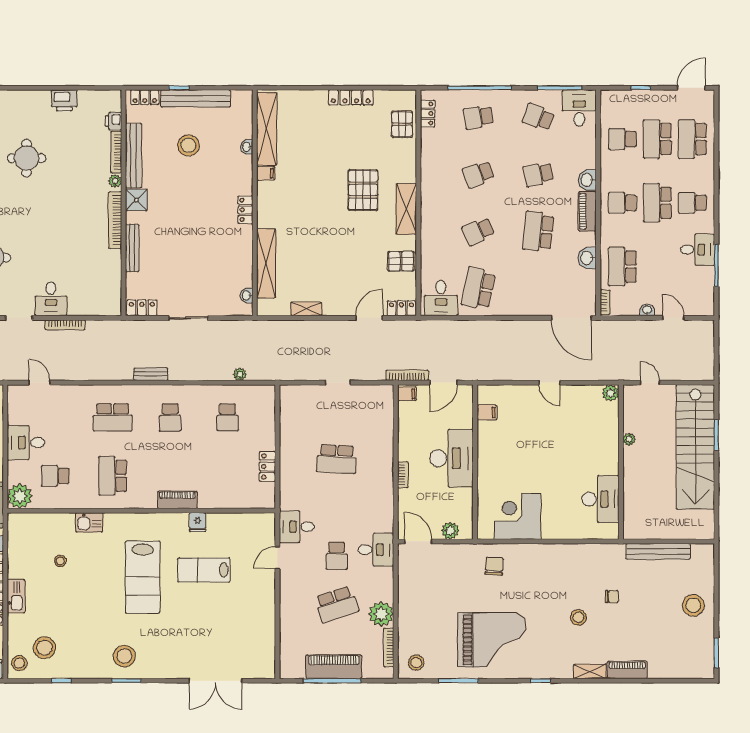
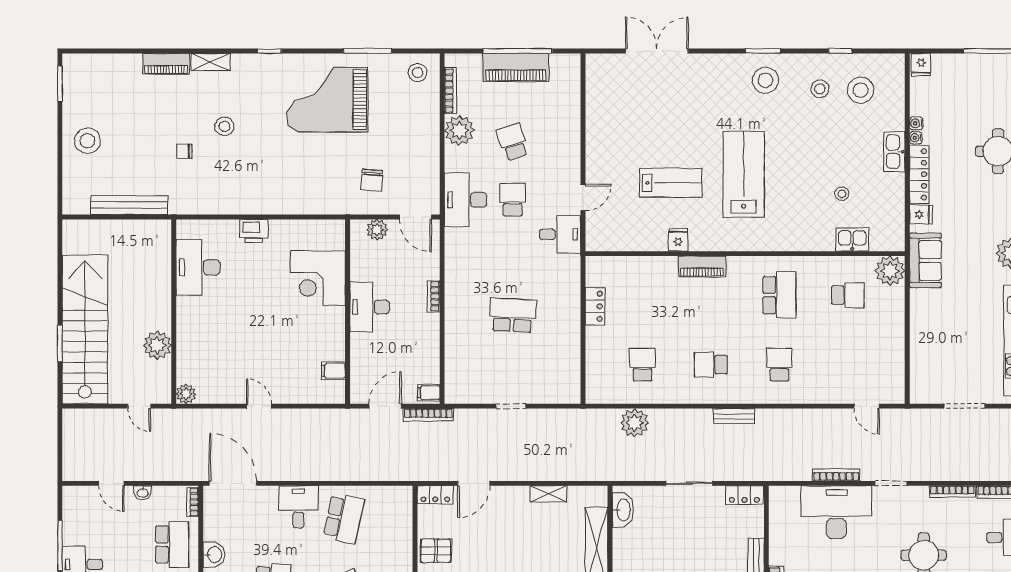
washbasin: (247, 295) -> (623, 510), width x1.91, depth x1.45
desk: (441, 298) -> (298, 507), moved
desk: (51, 299) -> (836, 512), width x1.87, depth x1.30
plant: (240, 374) -> (634, 423), width x1.88, depth x1.88
school desk: (113, 417) -> (779, 365), width x0.54
school desk: (170, 417) -> (711, 365), turned -90
plant: (629, 439) -> (157, 345), width x1.88, depth x1.88
desk: (26, 443) -> (883, 335), removed
desk: (452, 458) -> (370, 307), width x0.73, depth x0.77
corner desk: (518, 516) -> (318, 278), moved, turned 90
kitchen sink: (89, 522) -> (852, 240), moved
printer: (554, 530) -> (254, 231), added
desk: (376, 550) -> (466, 200), width x1.37
chair: (494, 566) -> (372, 180), moved
school desk: (337, 604) -> (513, 142), width x0.54
stool: (19, 663) -> (820, 89), moved

